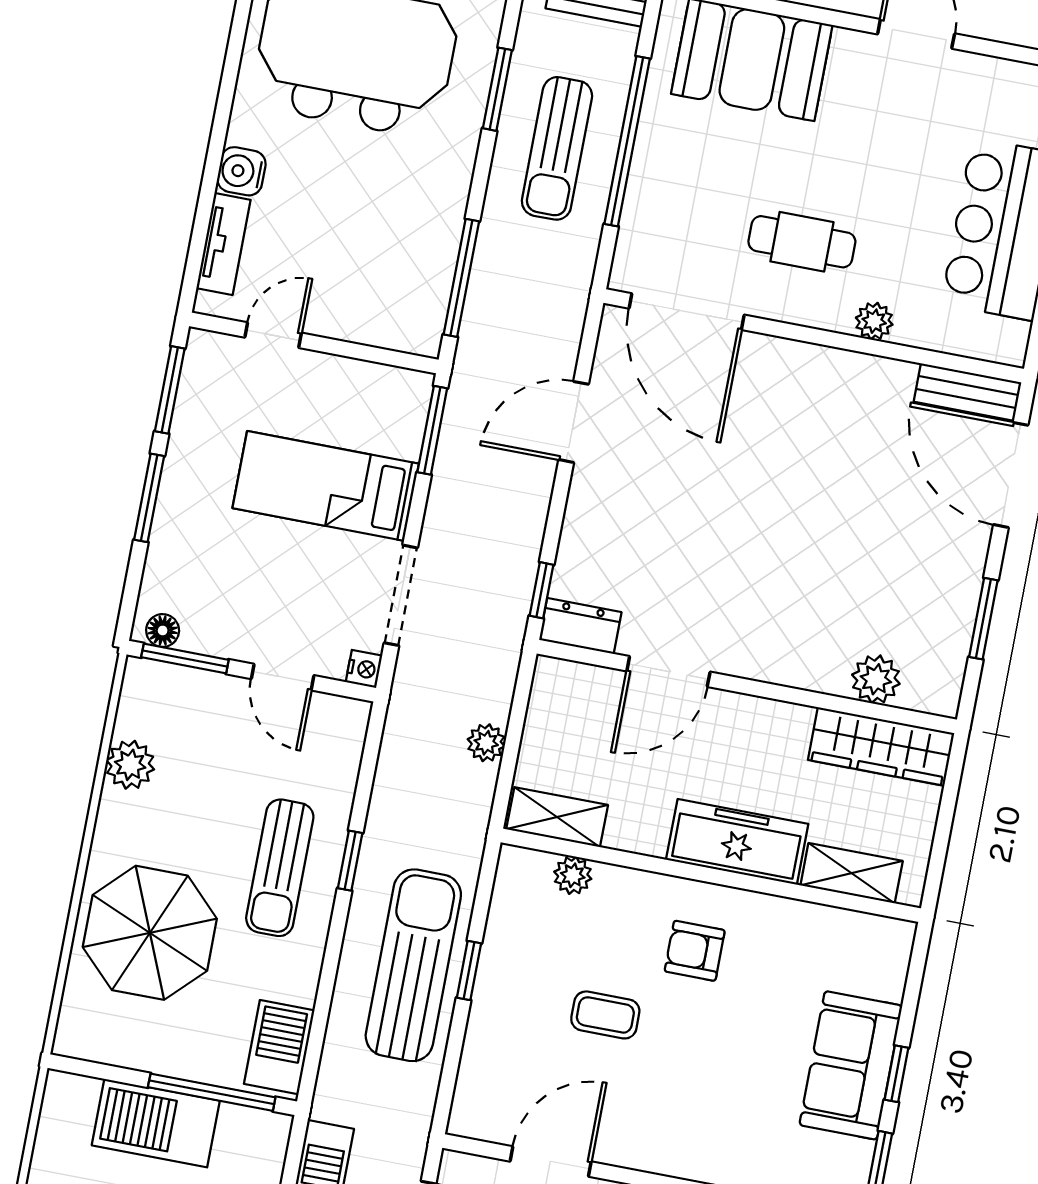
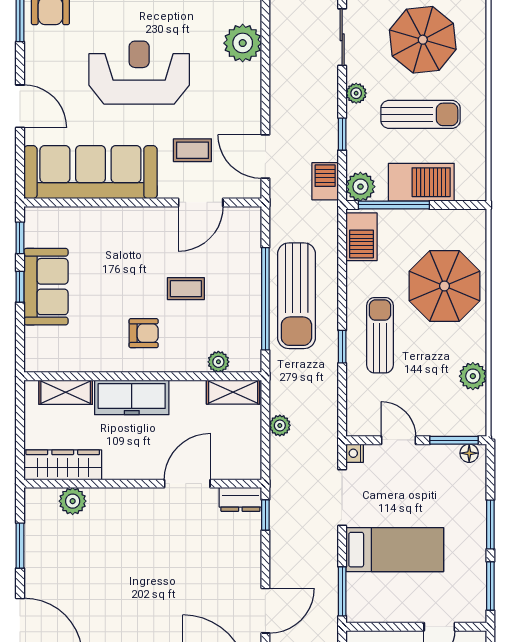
window: (469, 971) -> (265, 299), width x3.17
plant: (264, 1136) -> (360, 187), added

